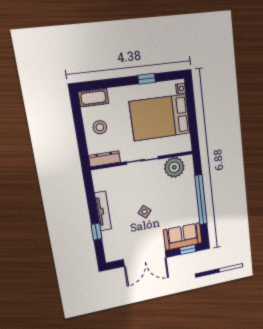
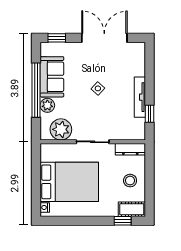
window: (147, 79) -> (123, 221), moved
plant: (189, 188) -> (47, 105), added
window: (97, 232) -> (149, 114), moved
sofa: (183, 236) -> (52, 77), moved, turned -90

